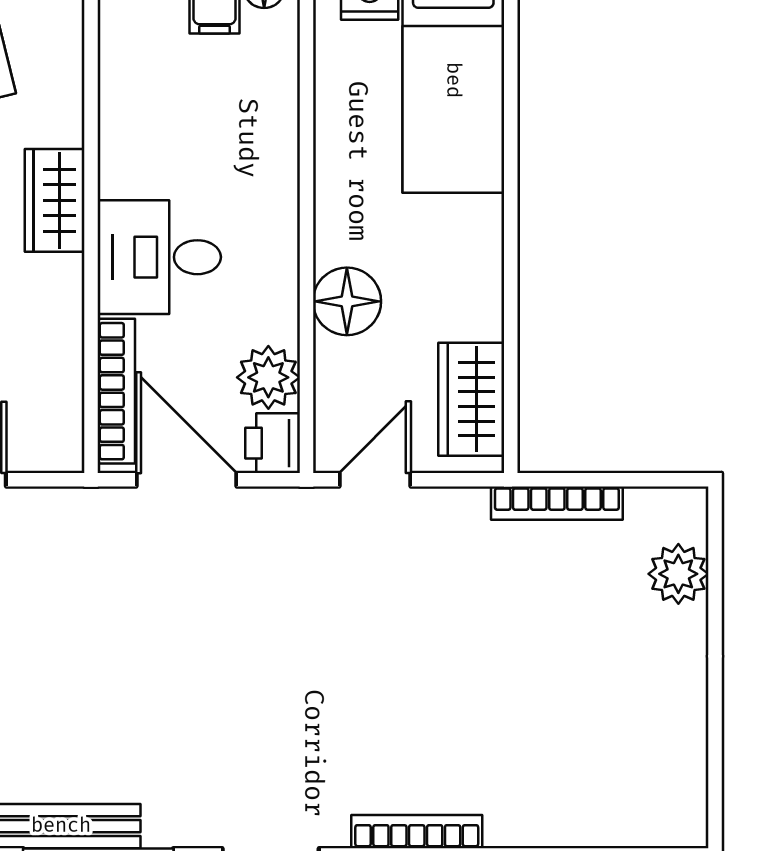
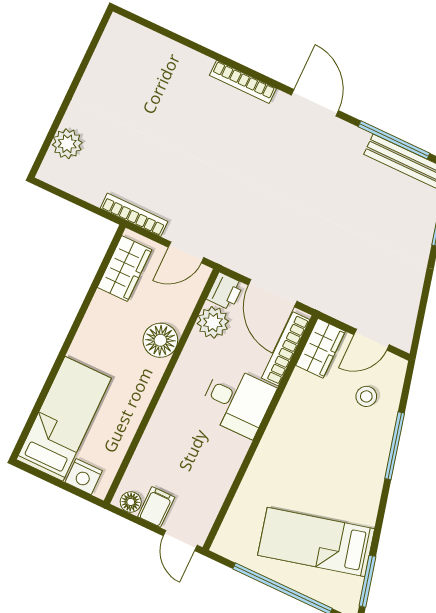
wardrobe: (55, 200) -> (320, 348), moved
bookcase: (557, 503) -> (134, 215), moved

